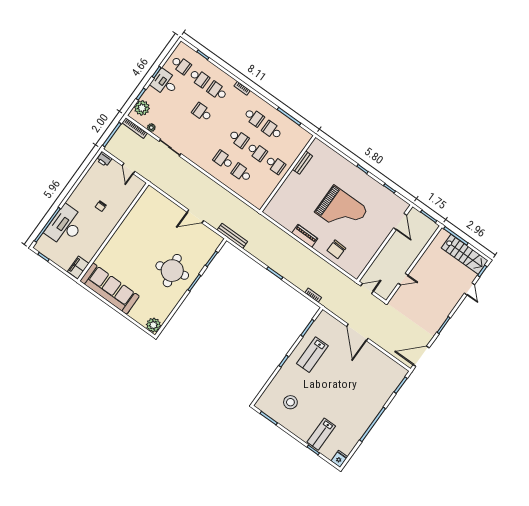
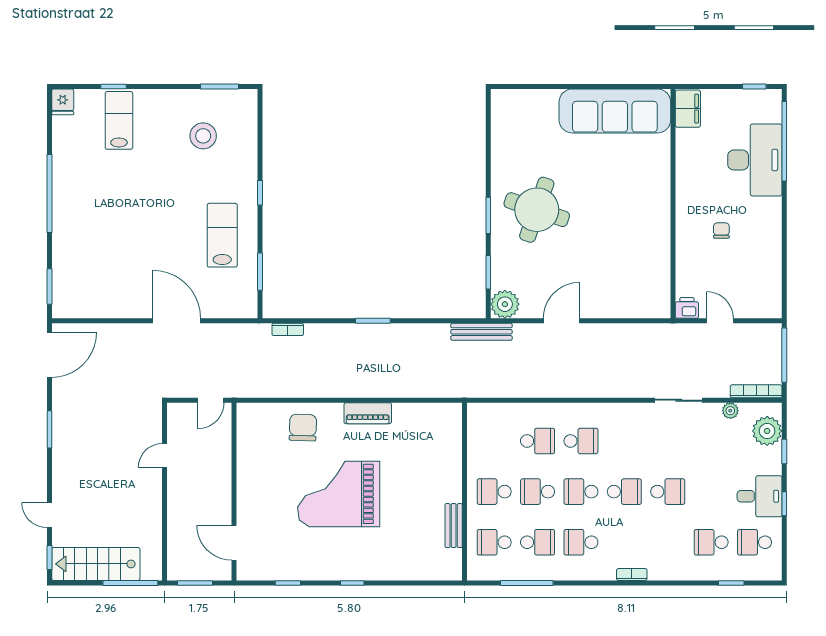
school desk: (217, 91) -> (624, 492), moved
school desk: (290, 143) -> (494, 542), added
printer: (104, 159) -> (687, 308), moved
round table: (172, 271) -> (537, 210), turned 33
plant: (153, 325) -> (505, 304), moved

